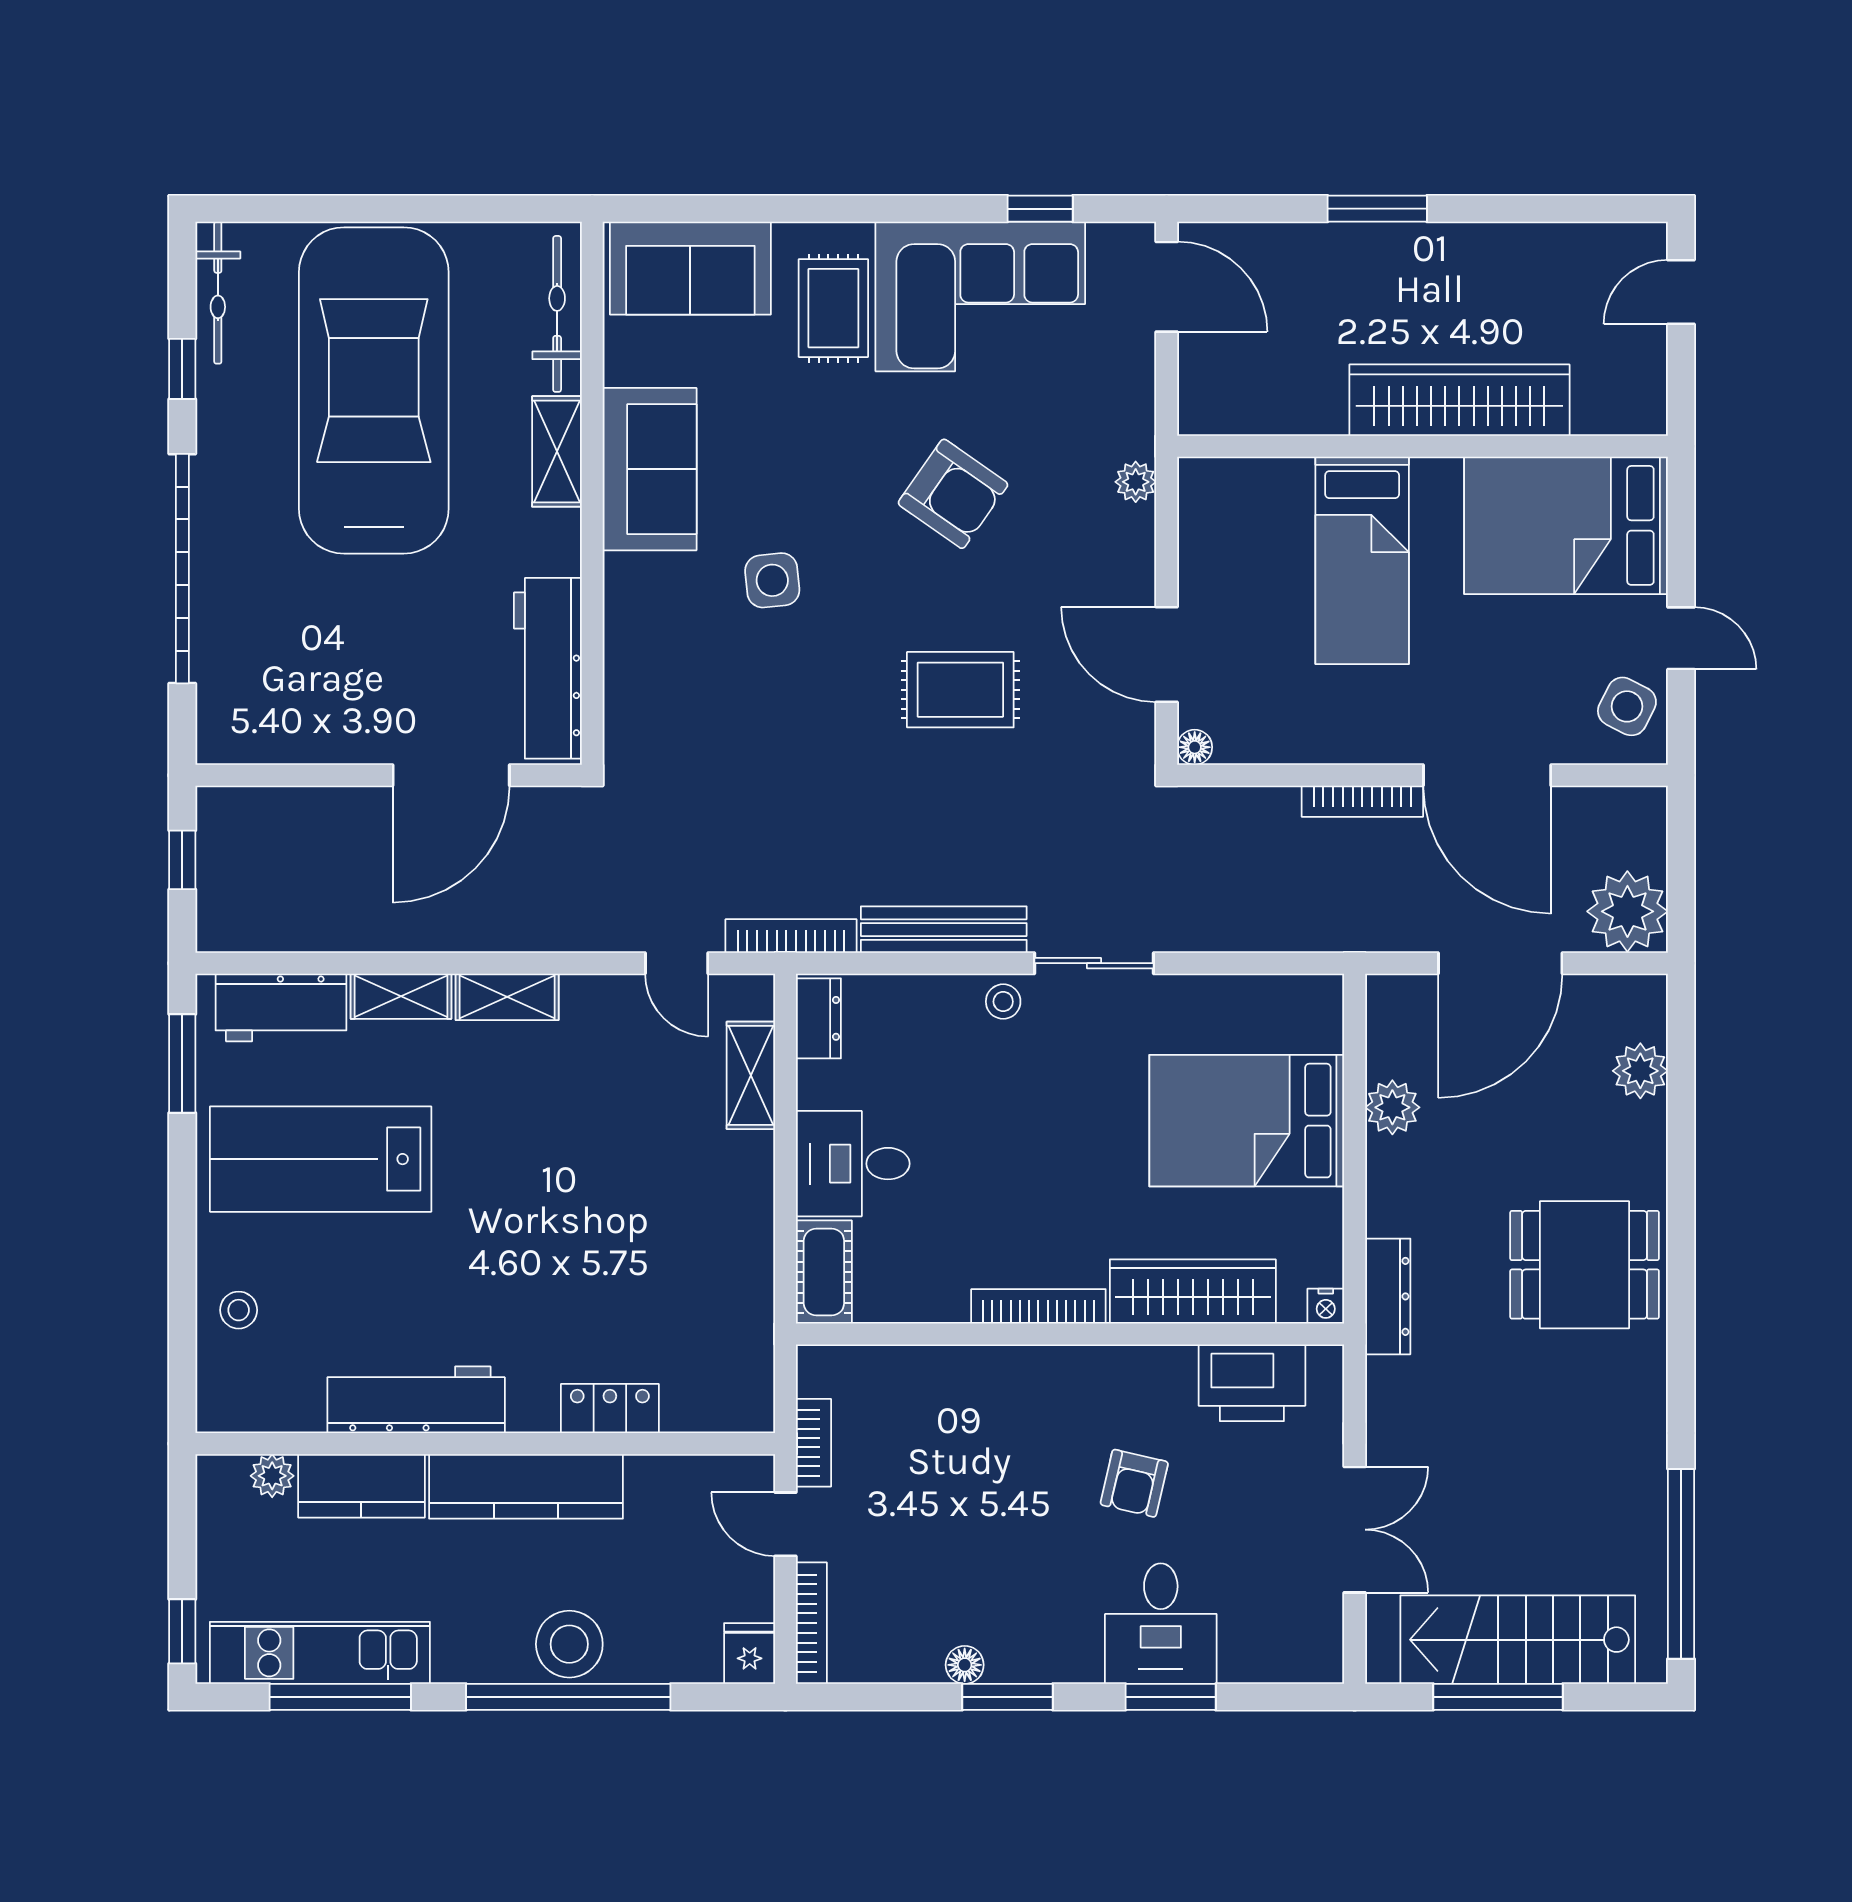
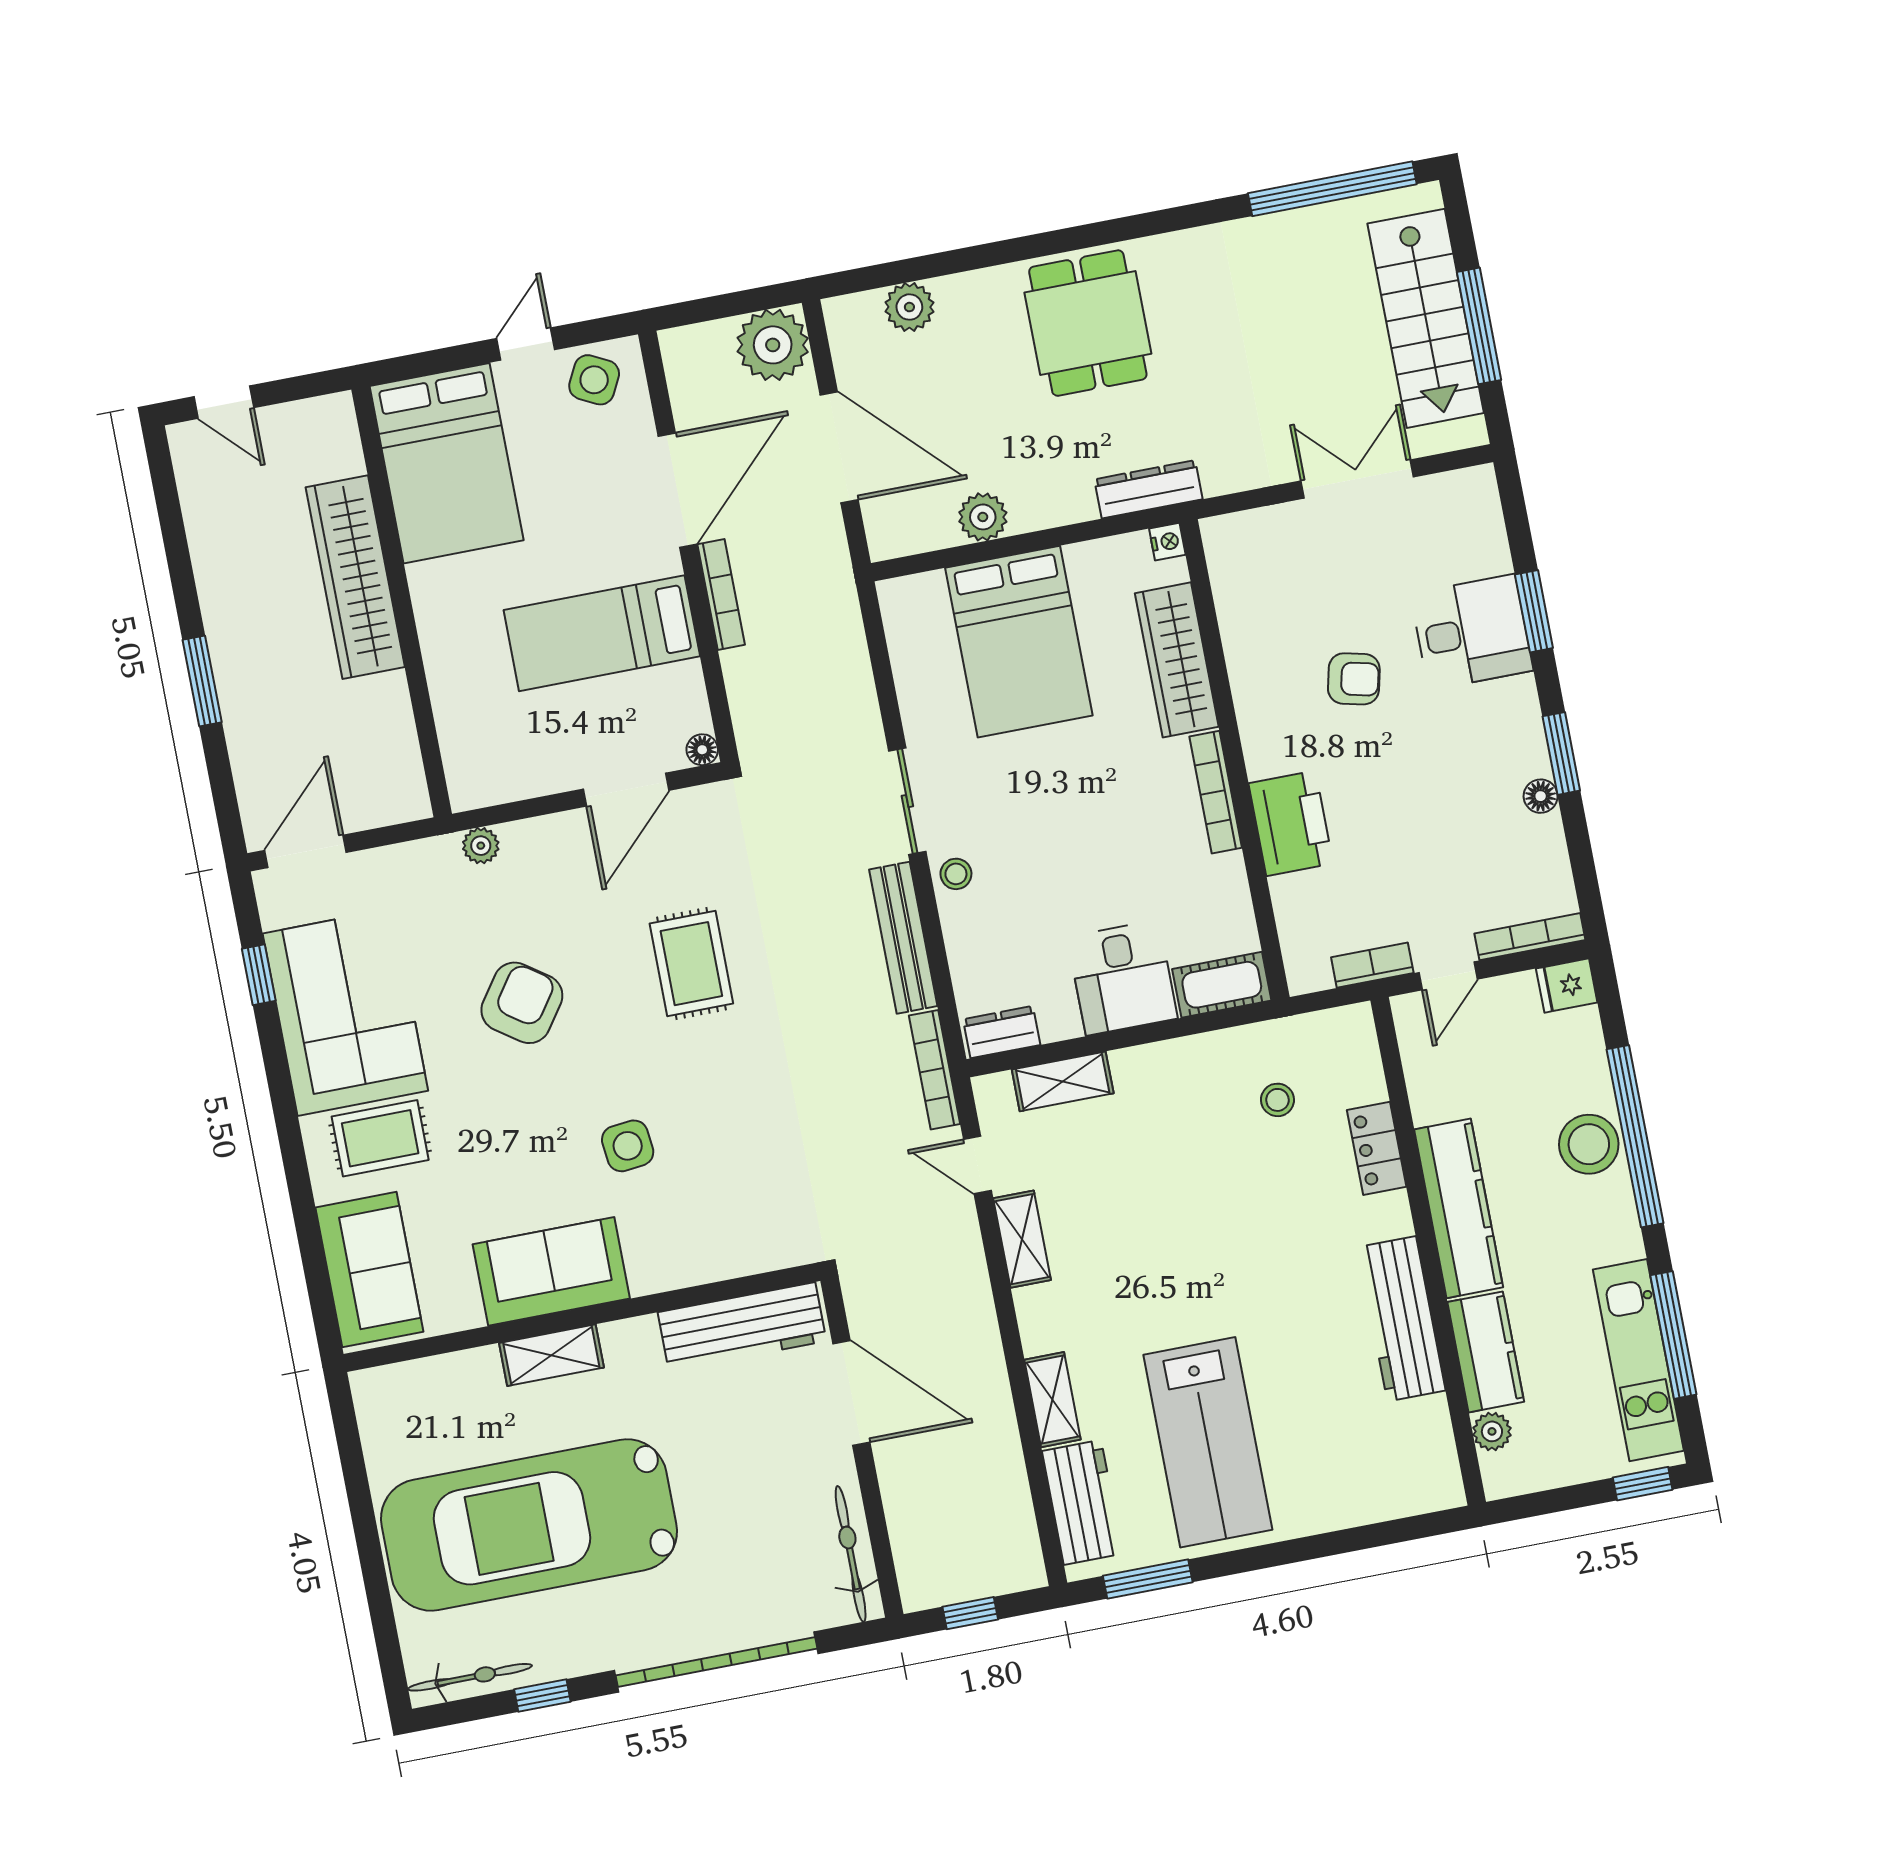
bicycle: (557, 314) -> (851, 1554), moved, turned 90
bed: (1362, 560) -> (602, 633), moved, turned 180
door: (677, 963) -> (977, 1165), swing flipped
shelving: (507, 997) -> (1022, 1239), moved
stool: (239, 1310) -> (1277, 1100), moved
printer: (1252, 1383) -> (1291, 823), moved

